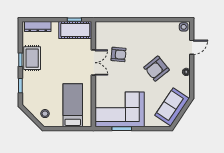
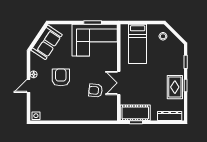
door: (192, 47) -> (29, 86), moved
armchair: (157, 69) -> (61, 77), turned -51

